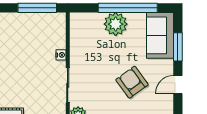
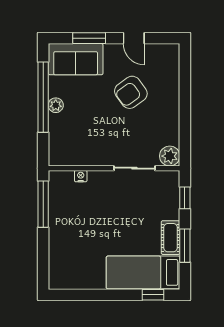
plant: (116, 24) -> (56, 105), width x0.53, depth x0.53
nightstand: (61, 55) -> (81, 176), moved

